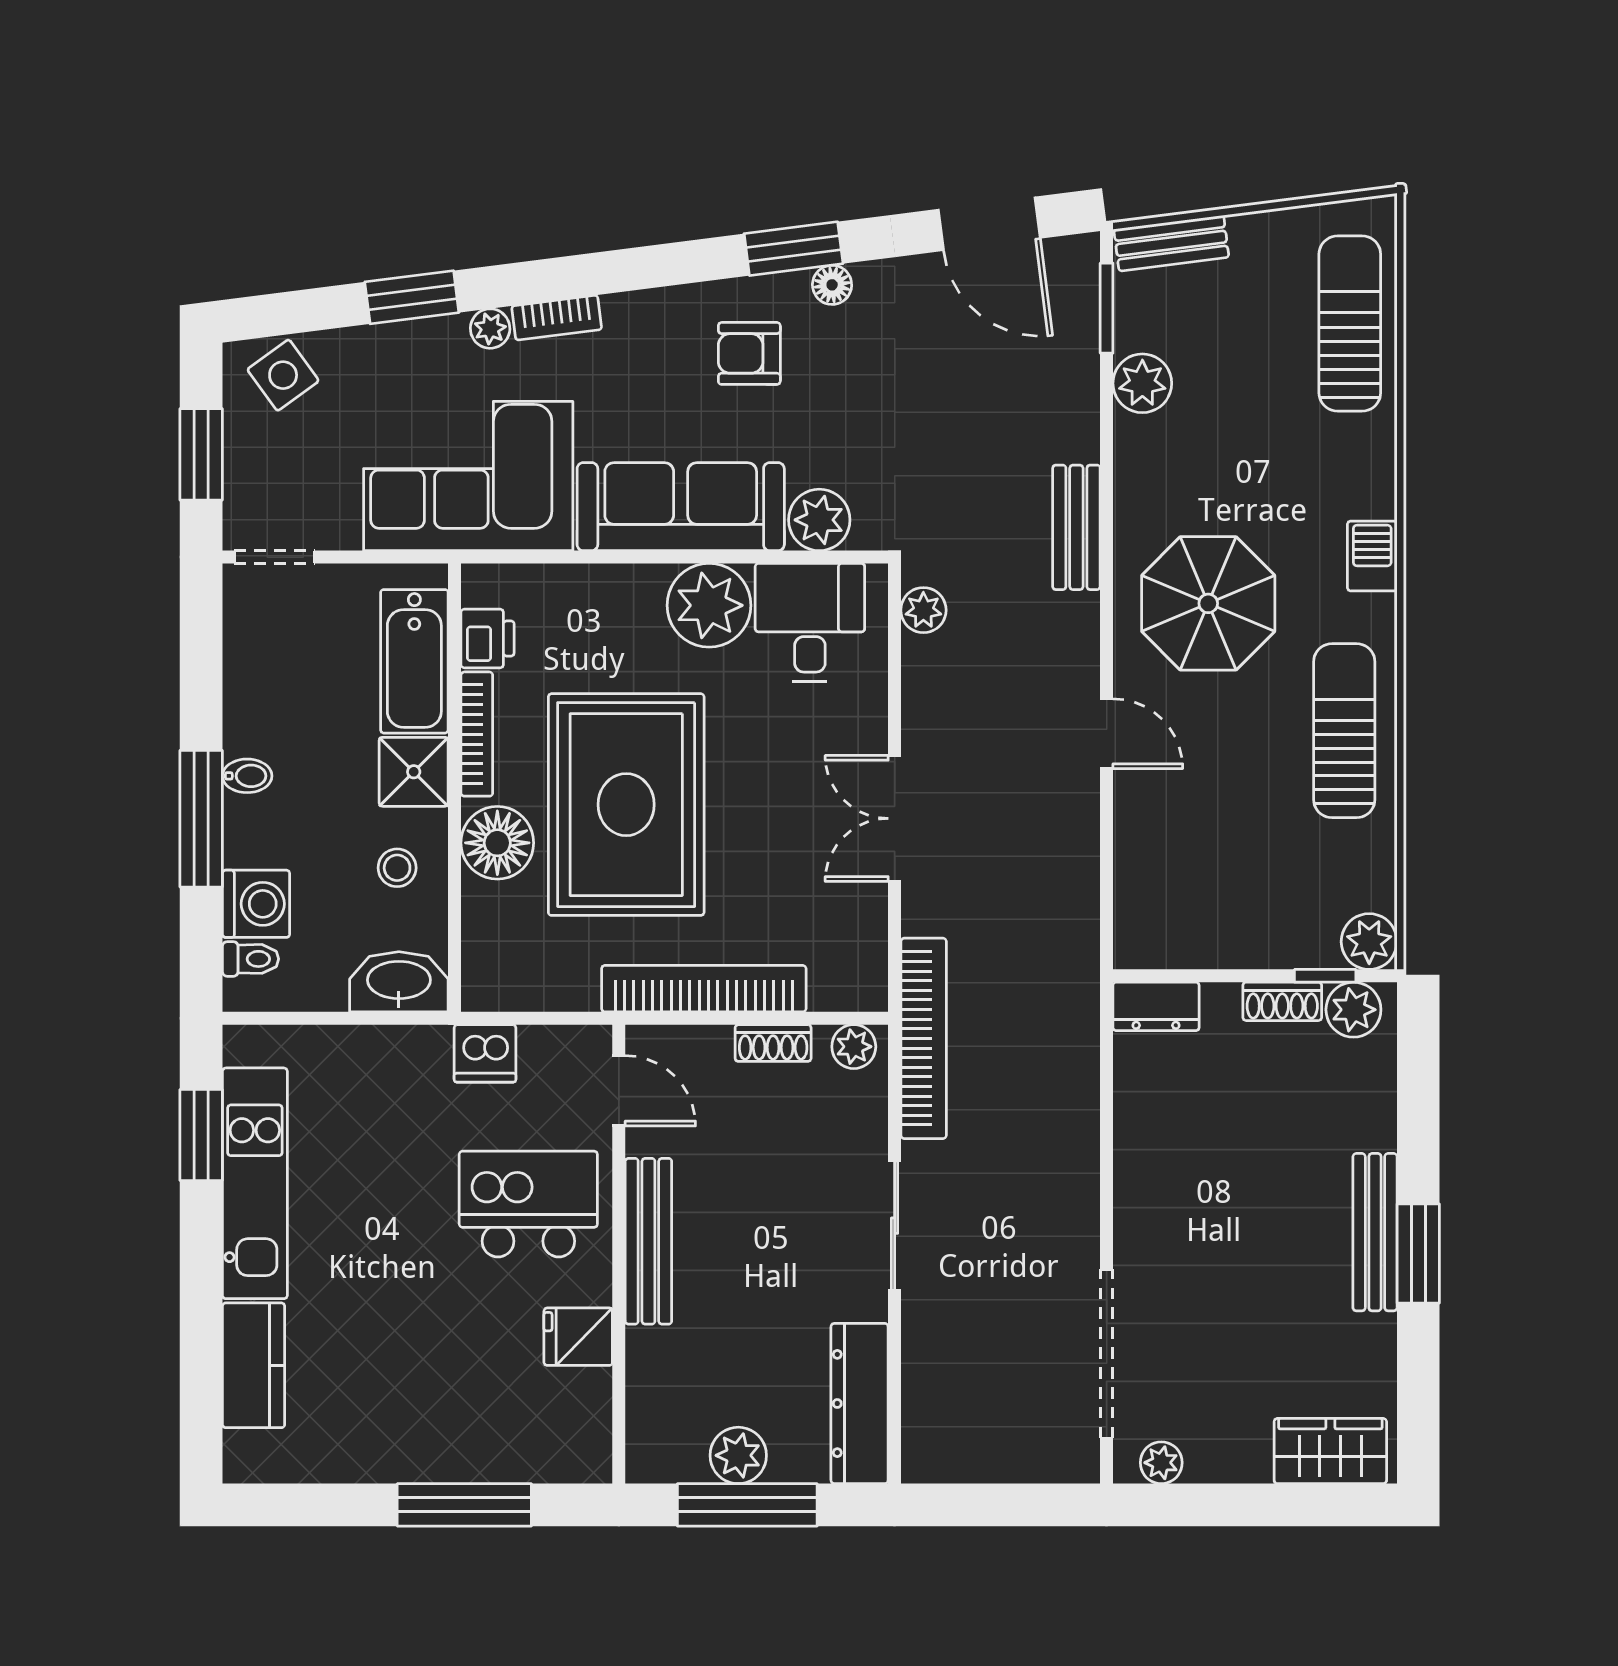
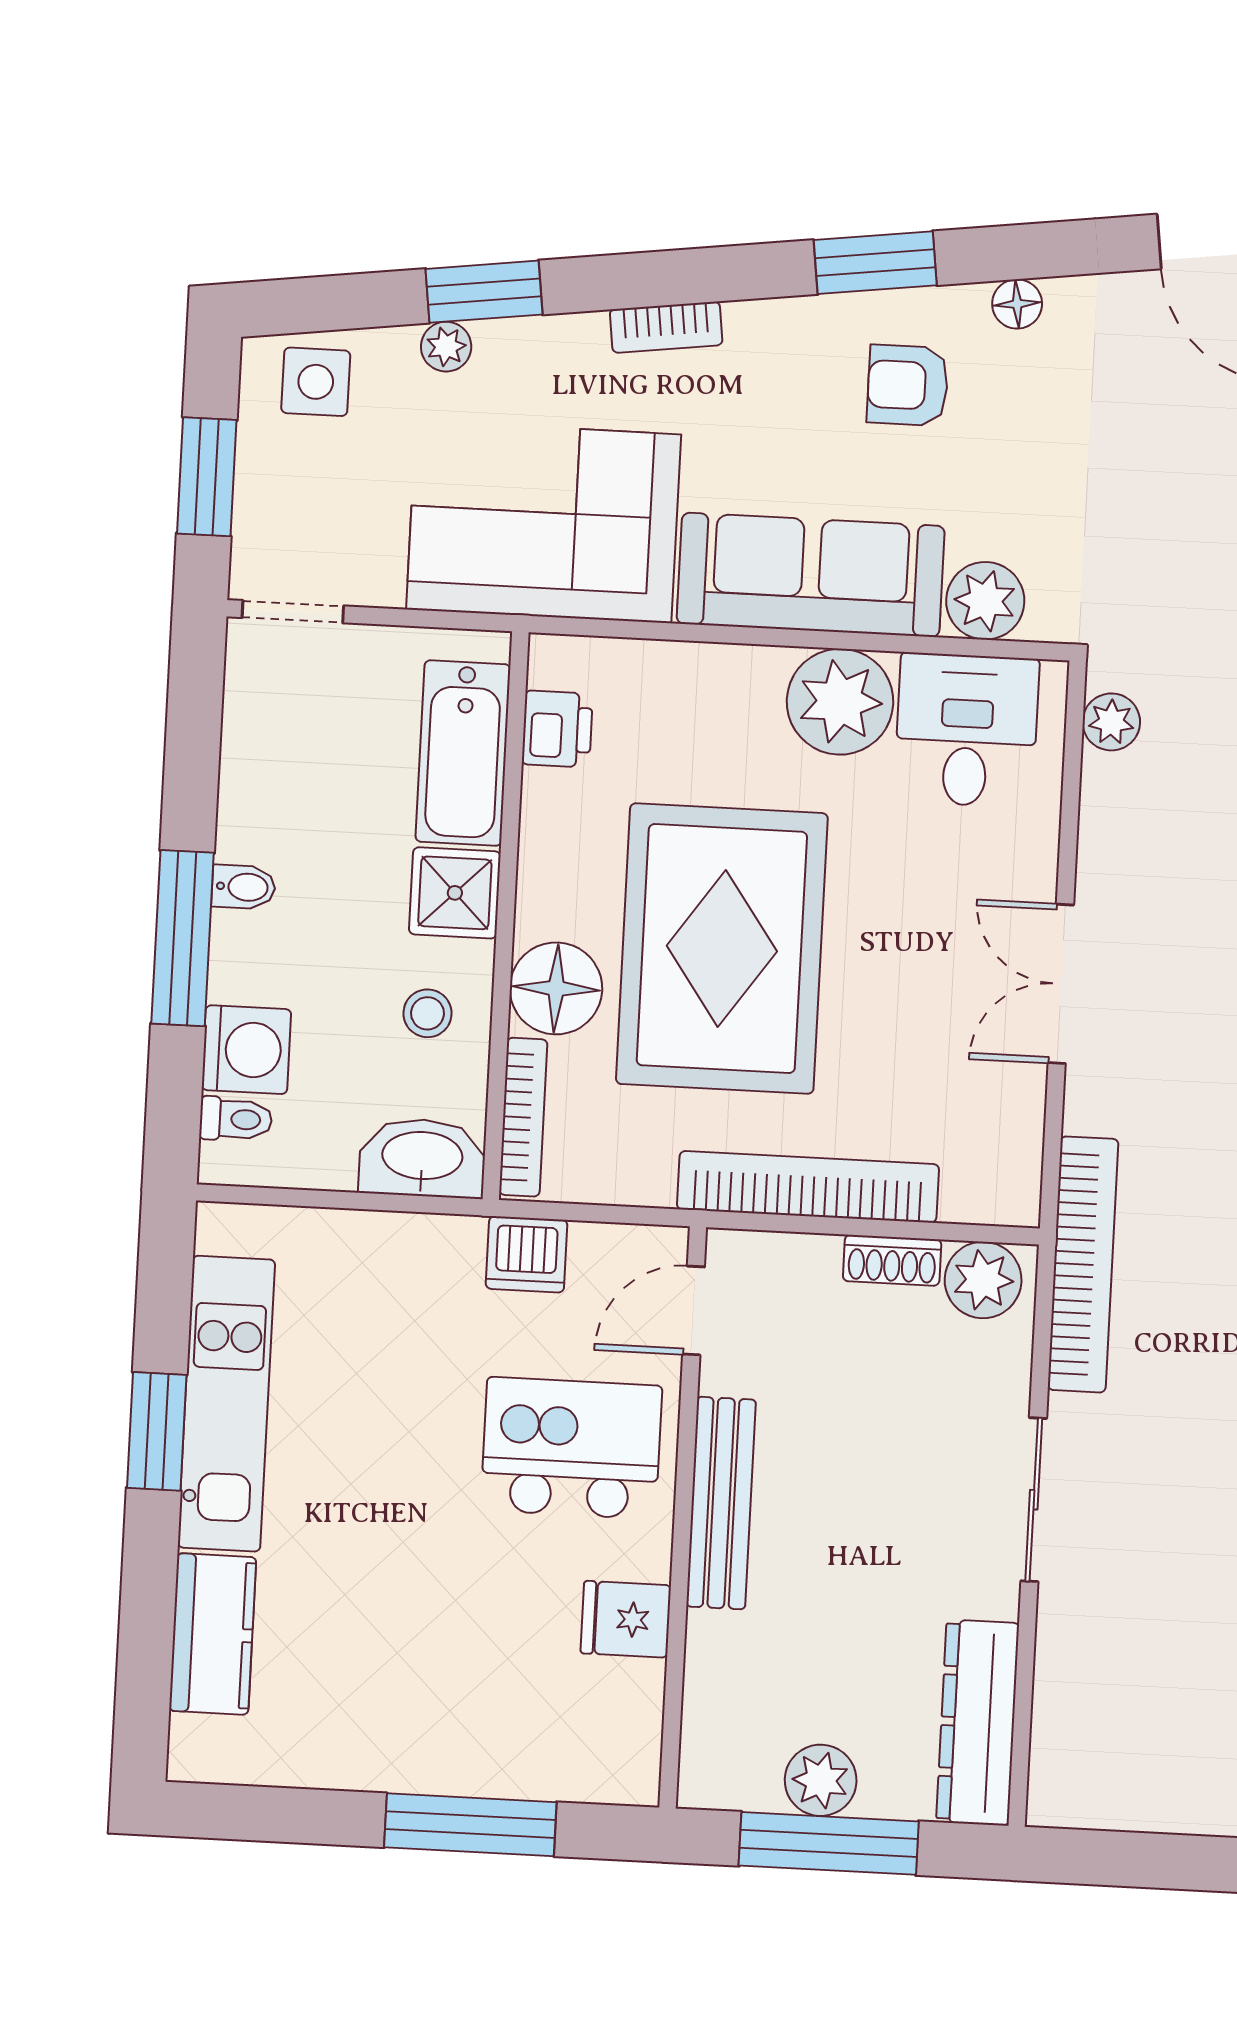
window: (794, 249) -> (875, 263), moved
plant: (490, 329) -> (446, 347), moved
side table: (283, 375) -> (316, 382), turned 36
bookcase: (477, 734) -> (523, 1117), moved
plant: (854, 1047) -> (983, 1280), width x1.38, depth x1.38
door: (619, 1091) -> (694, 1310), swing flipped
window: (201, 1135) -> (157, 1431), moved

